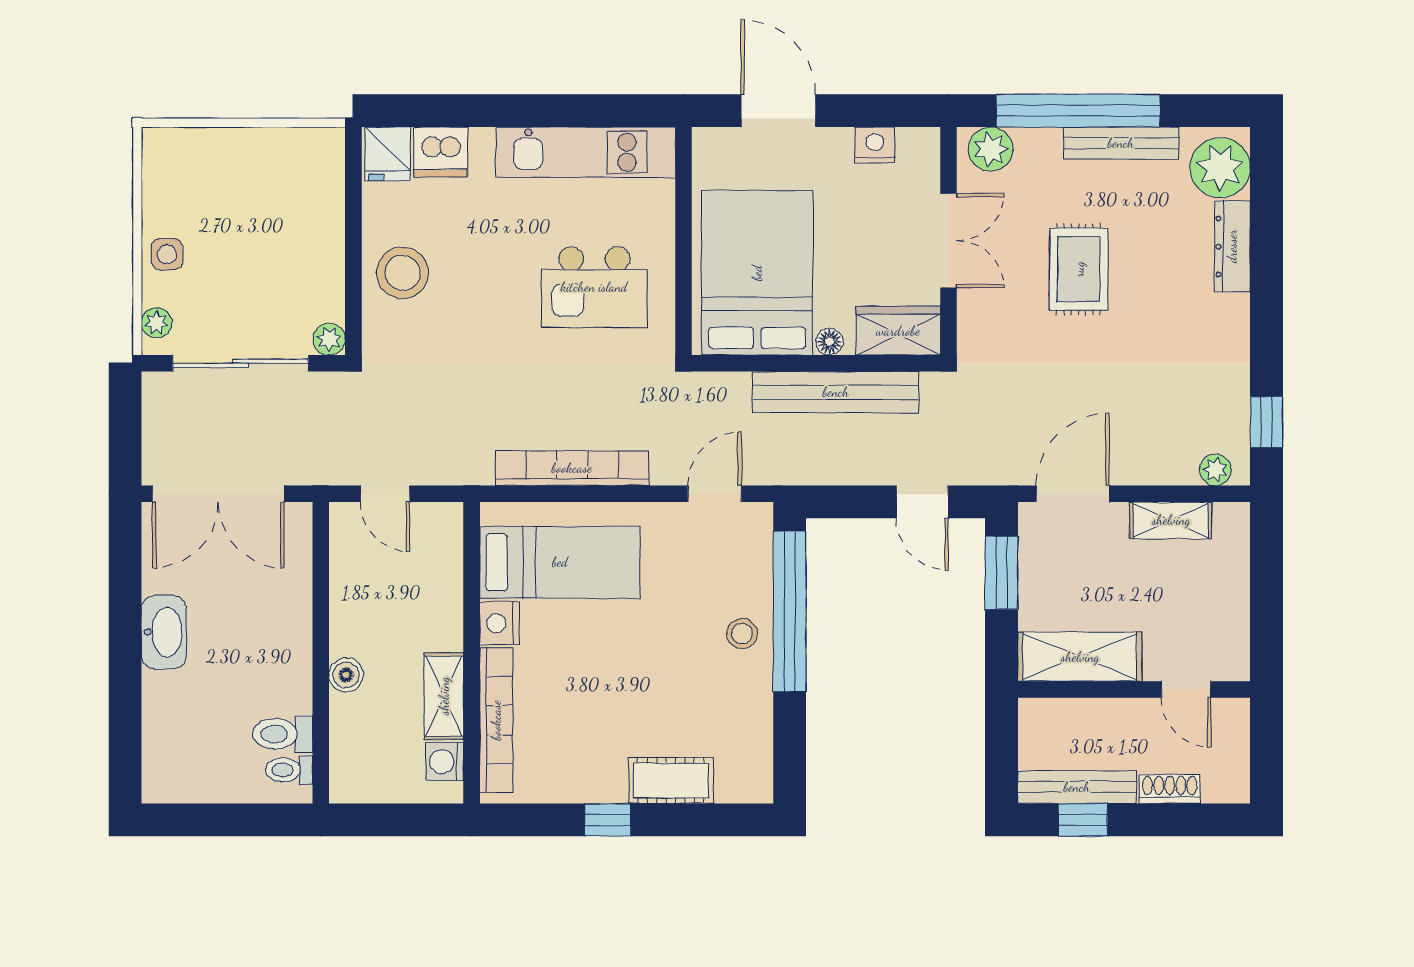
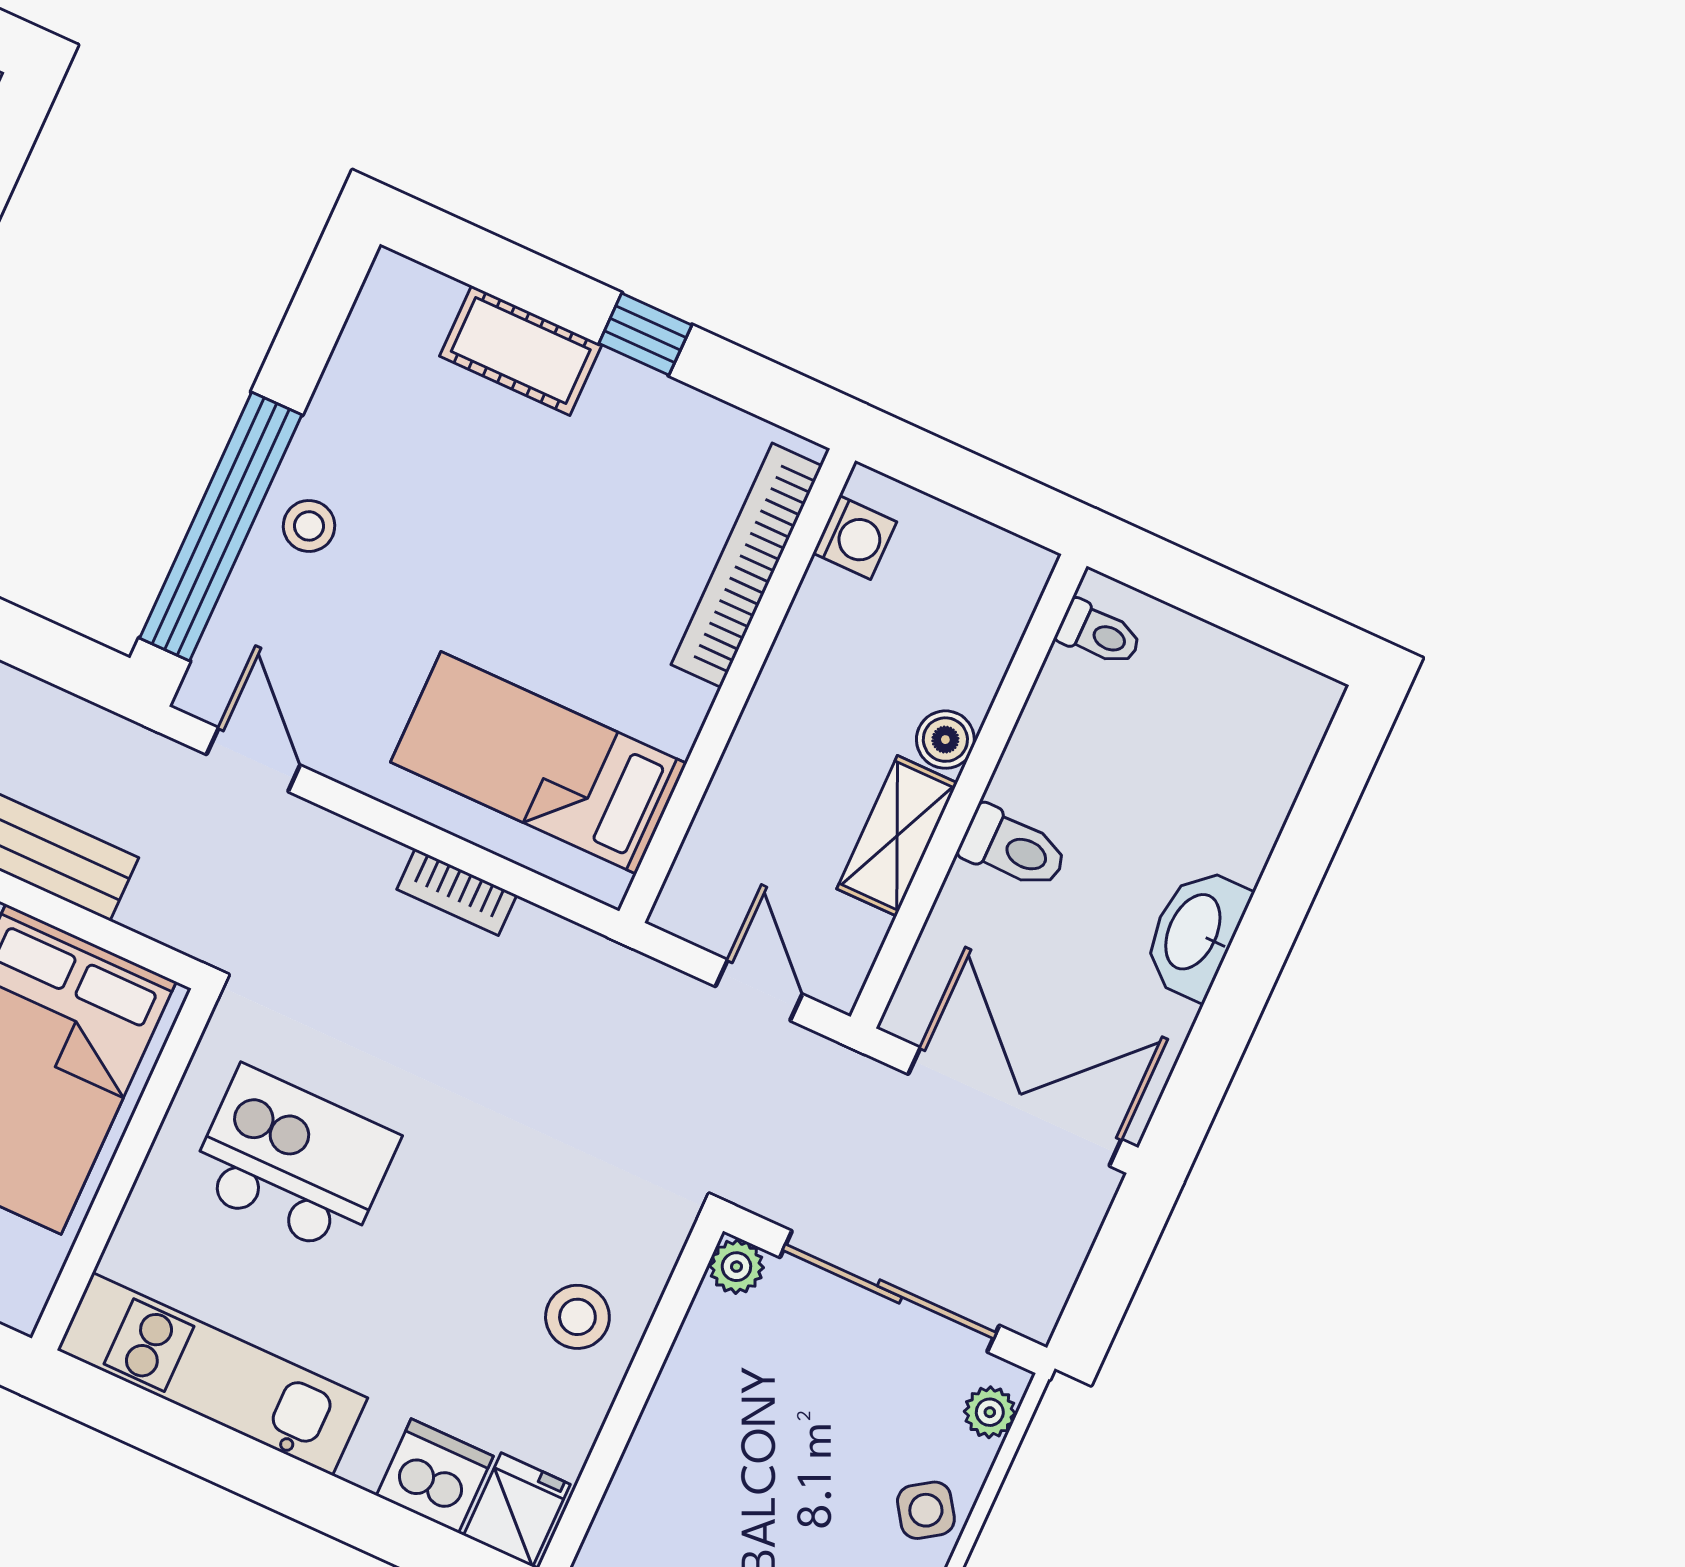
side table: (167, 254) -> (926, 1510), turned -34
stool: (403, 273) -> (577, 1317), width x0.73, depth x0.73
bookcase: (572, 468) -> (457, 892), width x0.43, depth x0.76
door: (715, 494) -> (253, 760), swing flipped
nightstand: (499, 623) -> (674, 712), removed
shelving: (444, 696) -> (897, 836), moved
toilet: (283, 734) -> (1013, 848), moved

